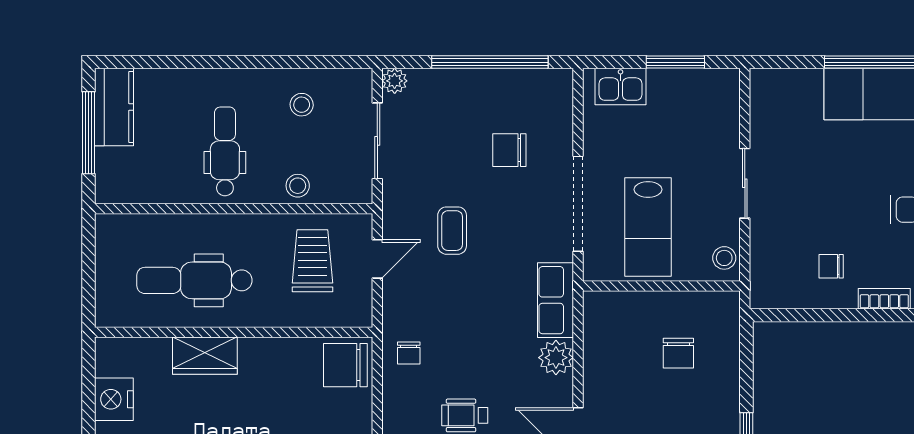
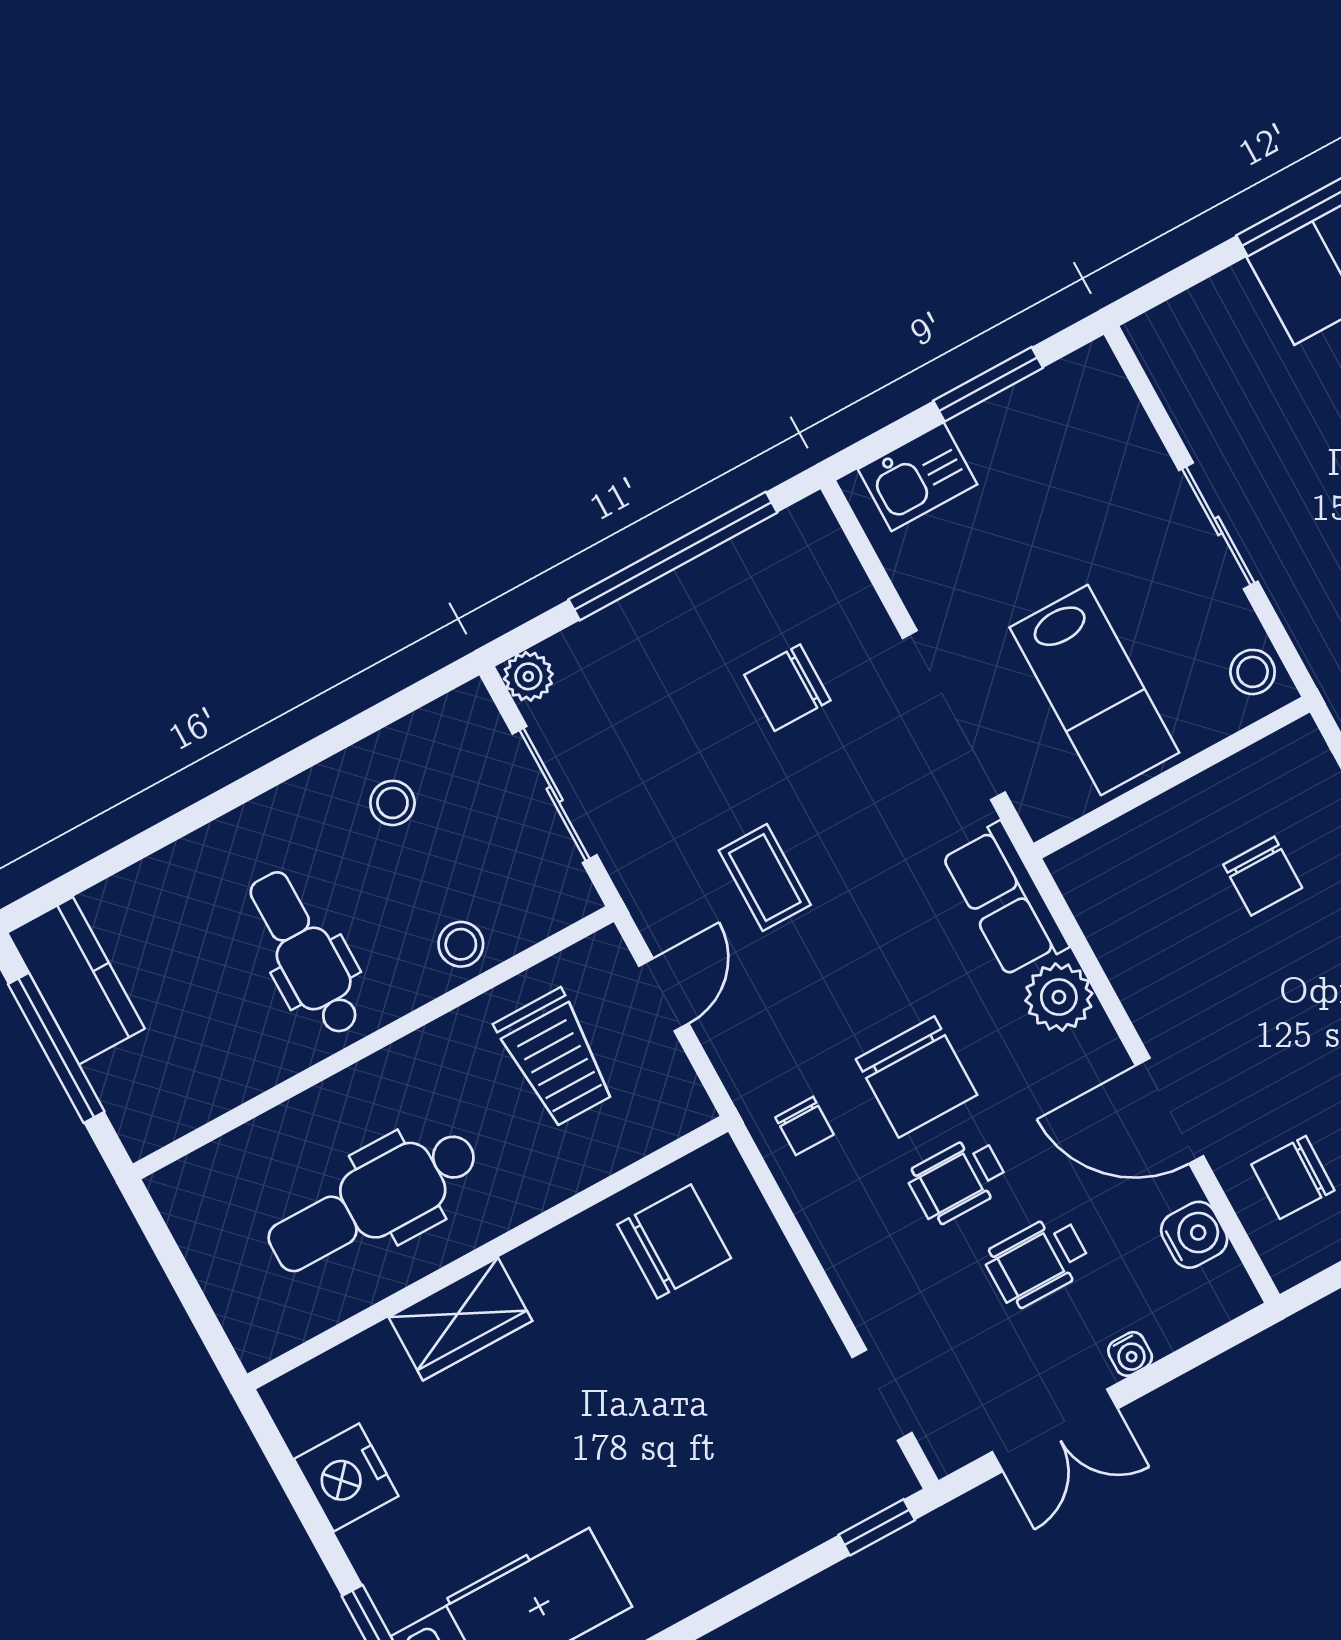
trolley: (312, 261) -> (555, 1058), turned 180
chair: (472, 359) -> (917, 1077), added
chair: (345, 365) -> (674, 1241), moved, turned 180

